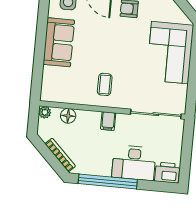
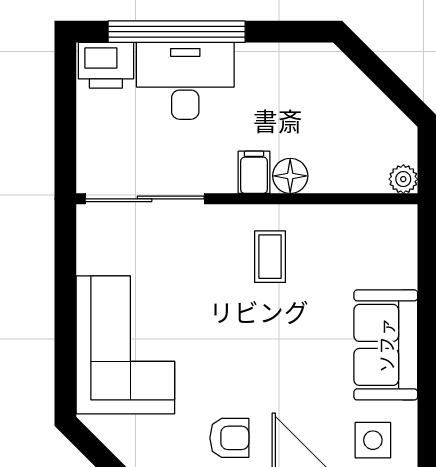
floor lamp: (68, 116) -> (290, 176), moved
bookcase: (60, 155) -> (358, 83), removed
window: (108, 182) -> (177, 32), moved

